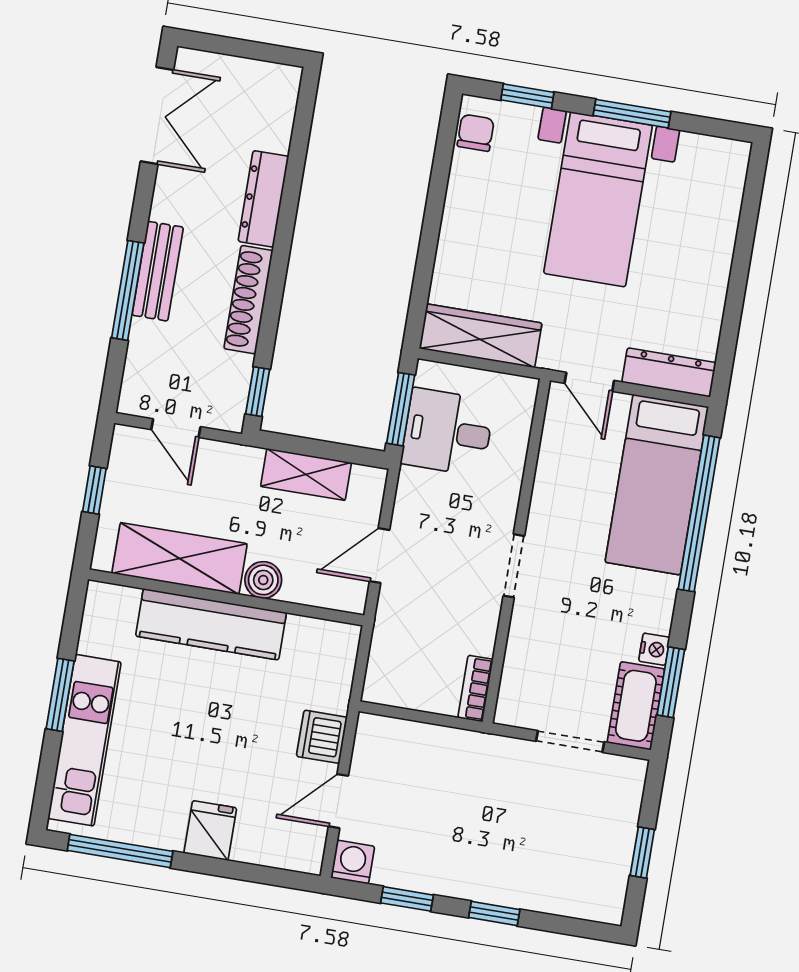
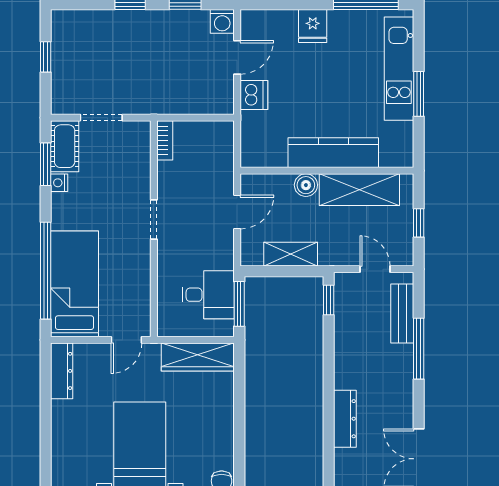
bench: (158, 271) -> (402, 313), moved
shoe rack: (248, 300) -> (344, 355), removed
dresser: (669, 372) -> (62, 371), moved, turned -90
door: (589, 382) -> (126, 340), swing flipped

